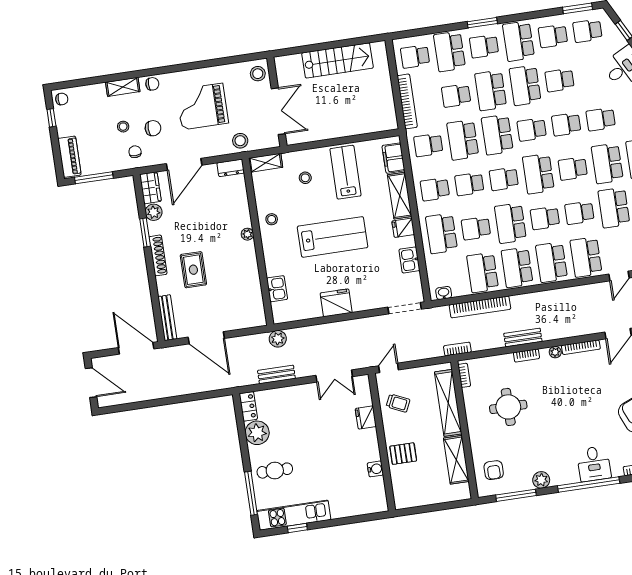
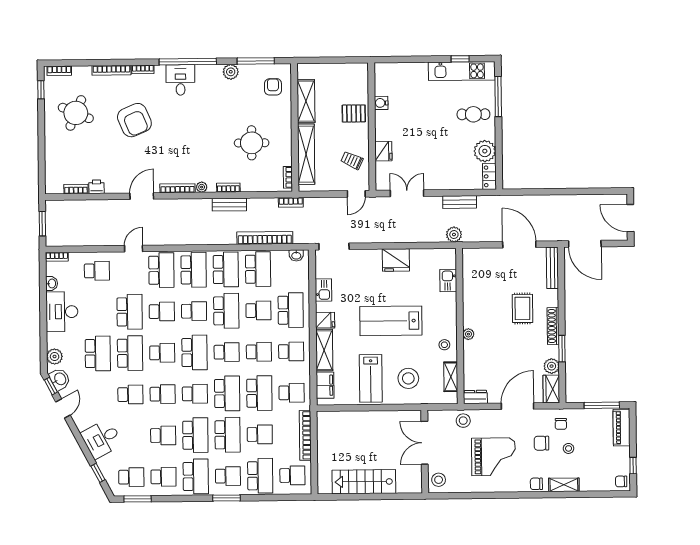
shelving: (266, 163) -> (451, 377), moved, turned 90
stool: (305, 178) -> (408, 378), width x1.89, depth x1.89

